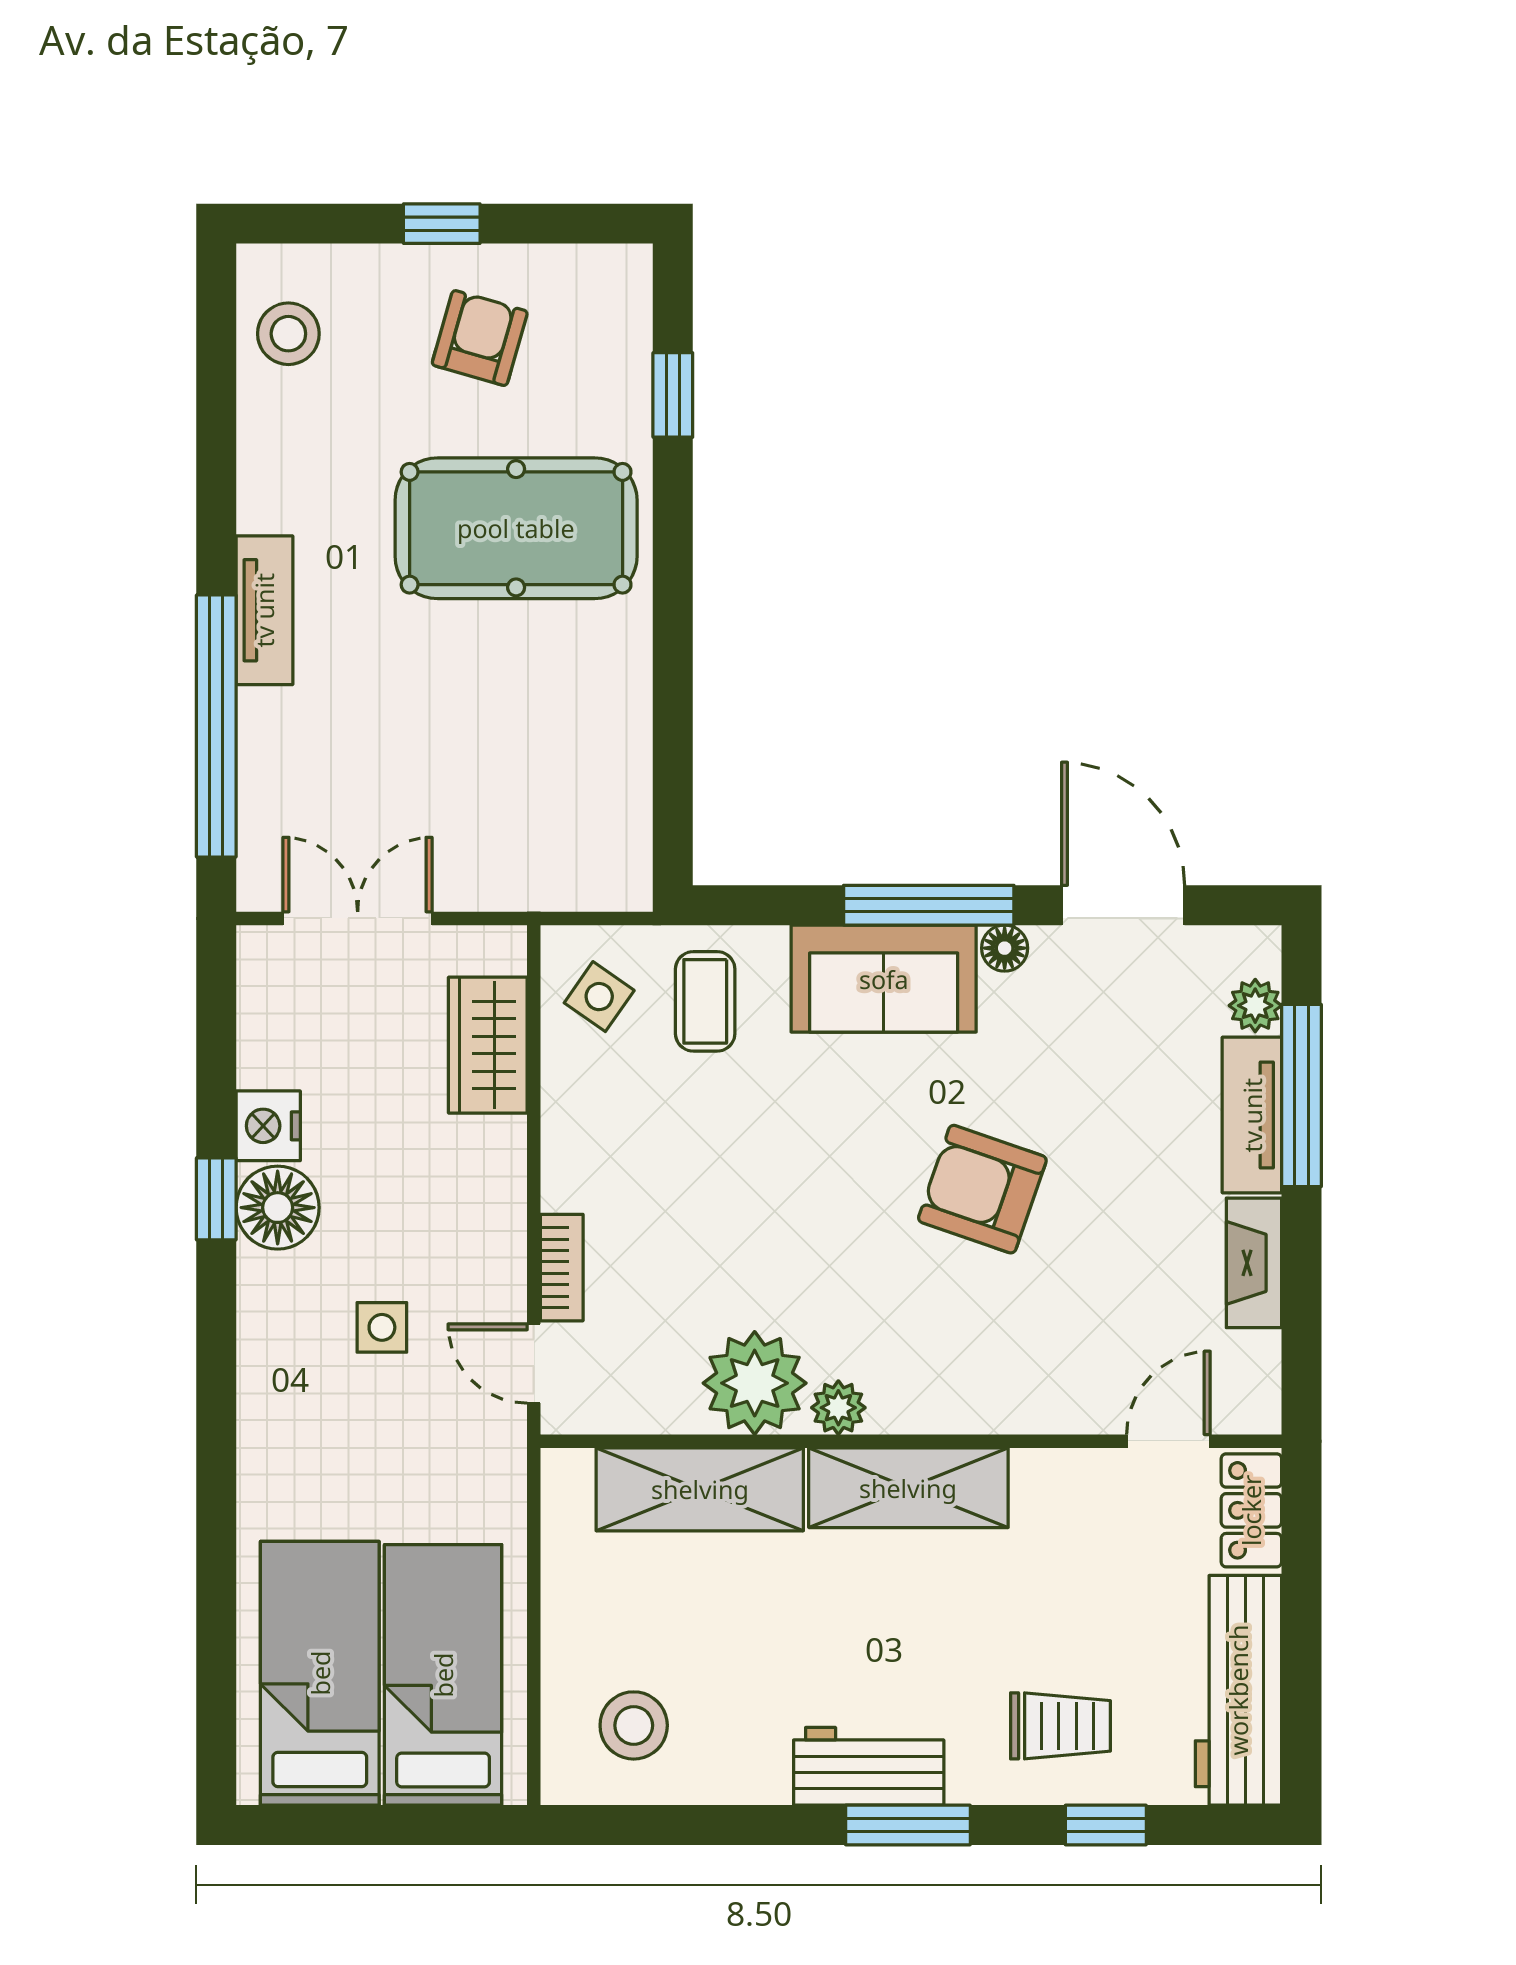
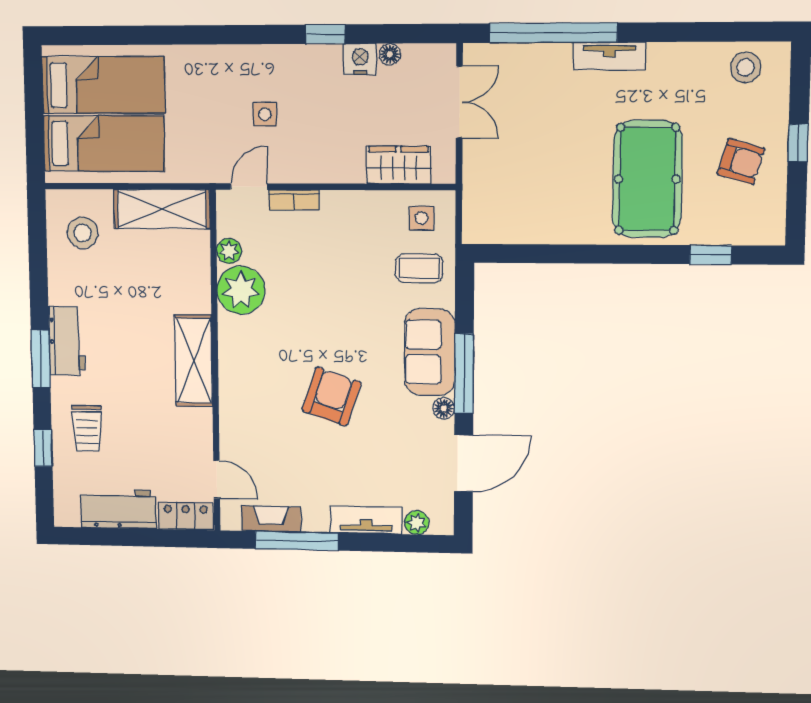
side table: (599, 997) -> (422, 218), turned -35
window: (1301, 1095) -> (297, 541), moved
floor lamp: (278, 1208) -> (390, 54), moved, width x0.53, depth x0.53
fireplace: (1254, 1263) -> (271, 519), moved
plant: (838, 1408) -> (229, 251), moved
shelving: (700, 1489) -> (162, 209), moved, turned 90
workbench: (1238, 1690) -> (119, 509), width x0.73

